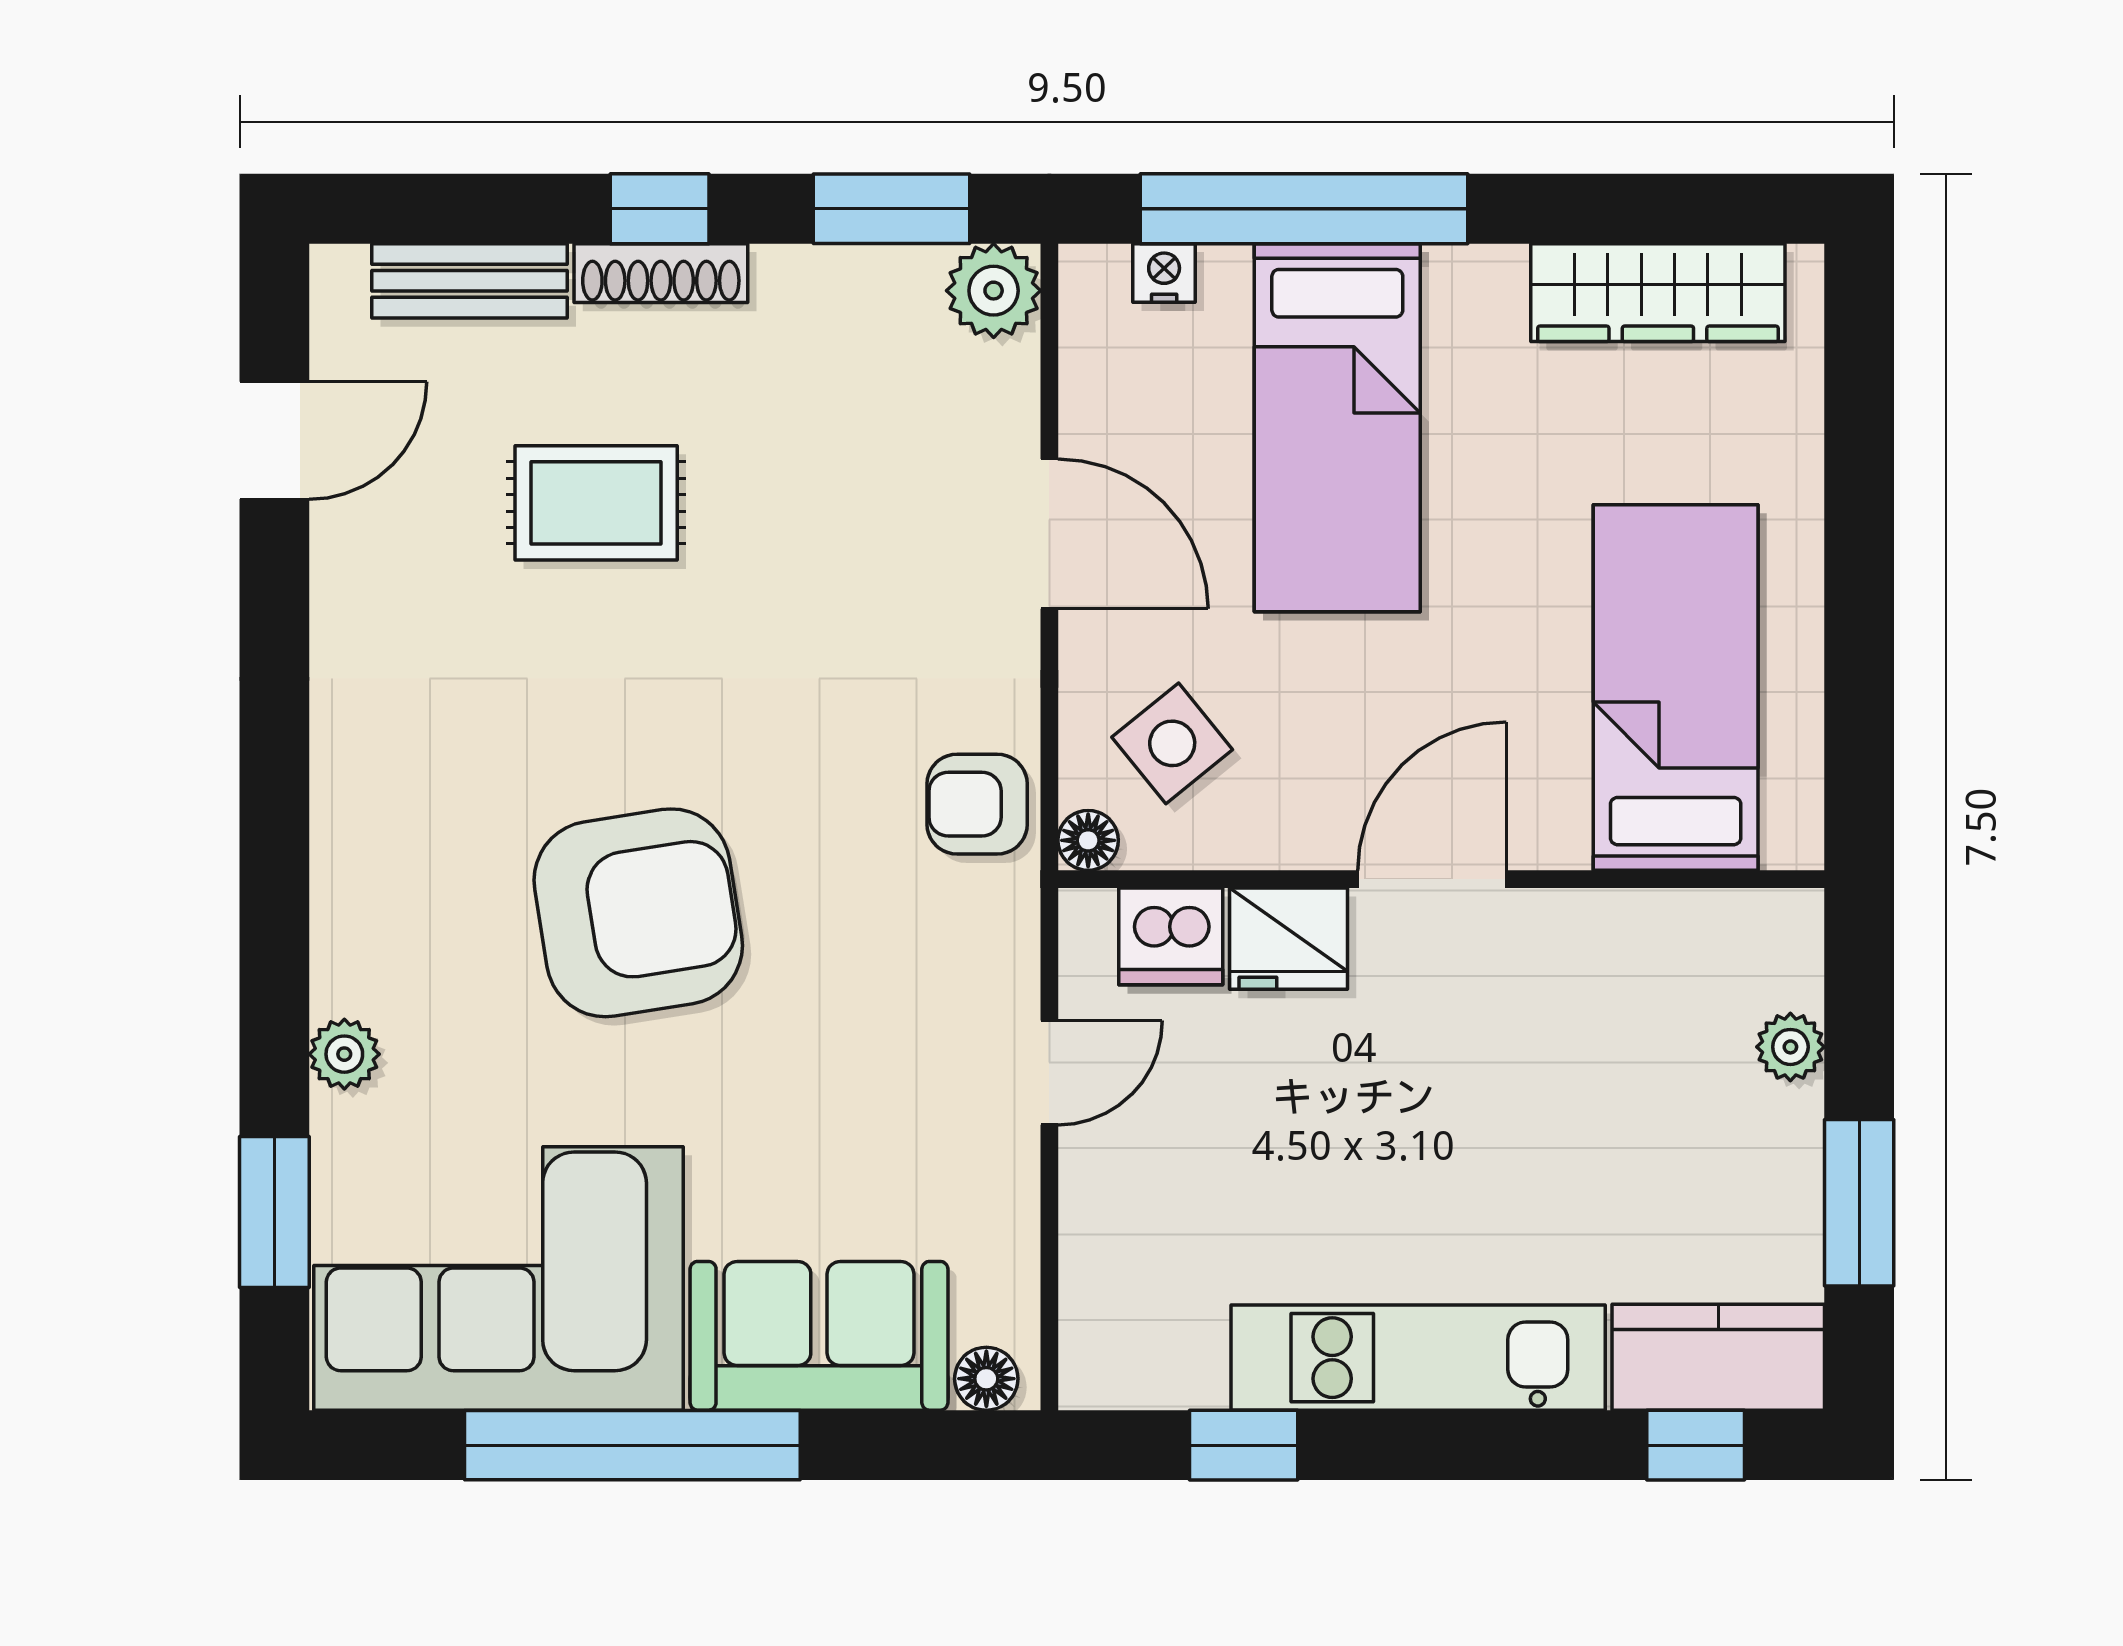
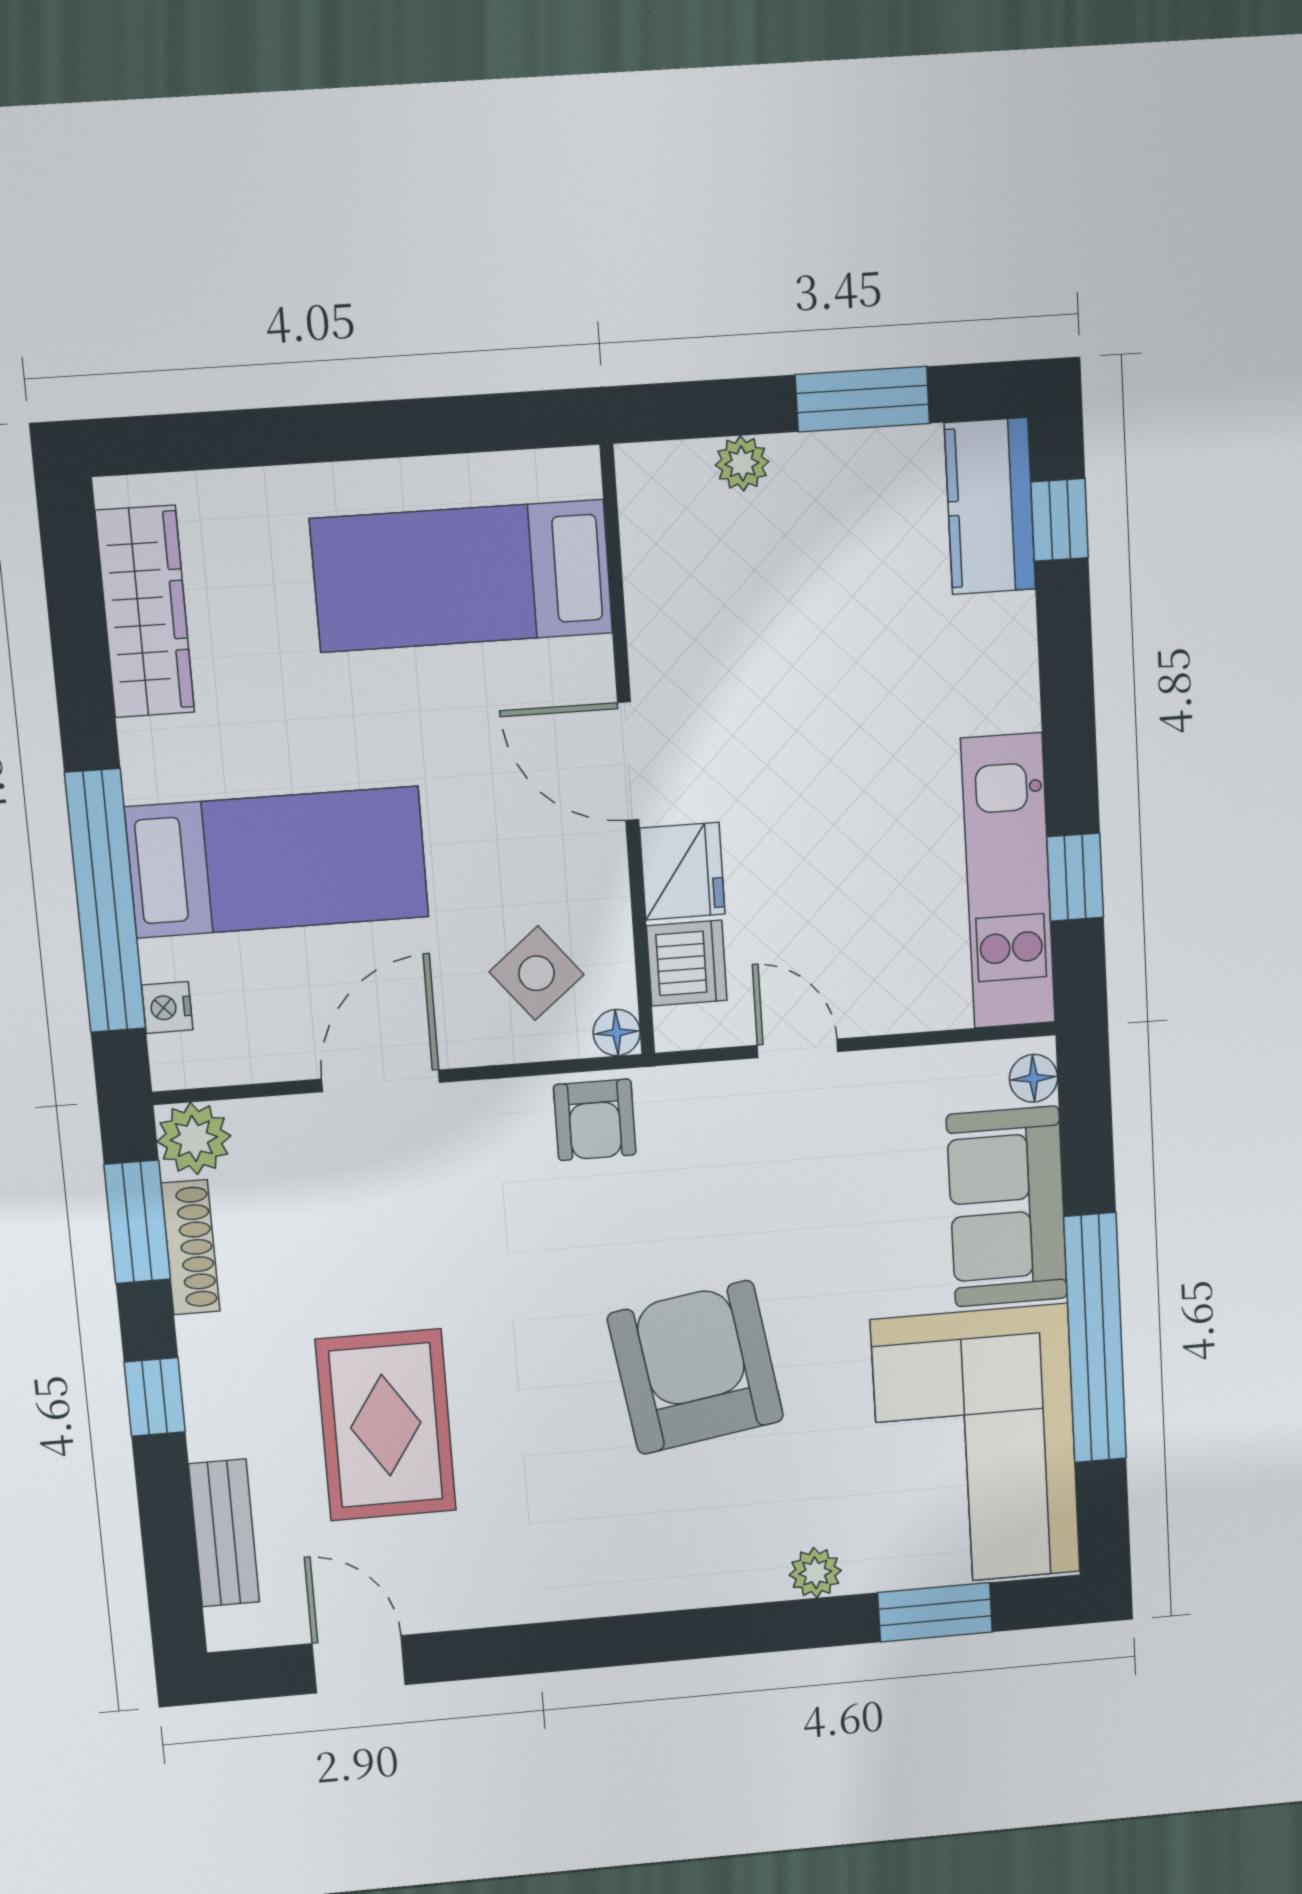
shoe rack: (661, 273) -> (190, 1247), moved
rug: (596, 503) -> (386, 1425), width x1.36, depth x1.43
kitchen unit: (1418, 1358) -> (1008, 881), moved

